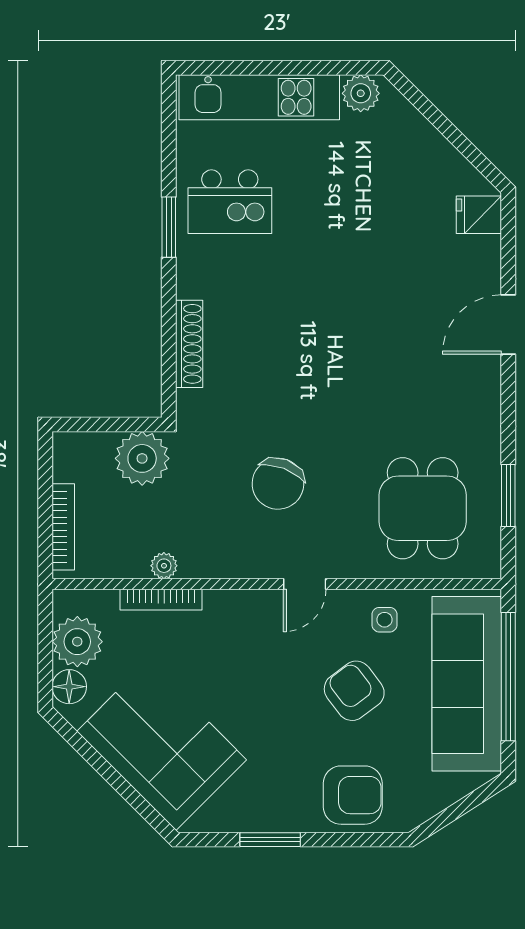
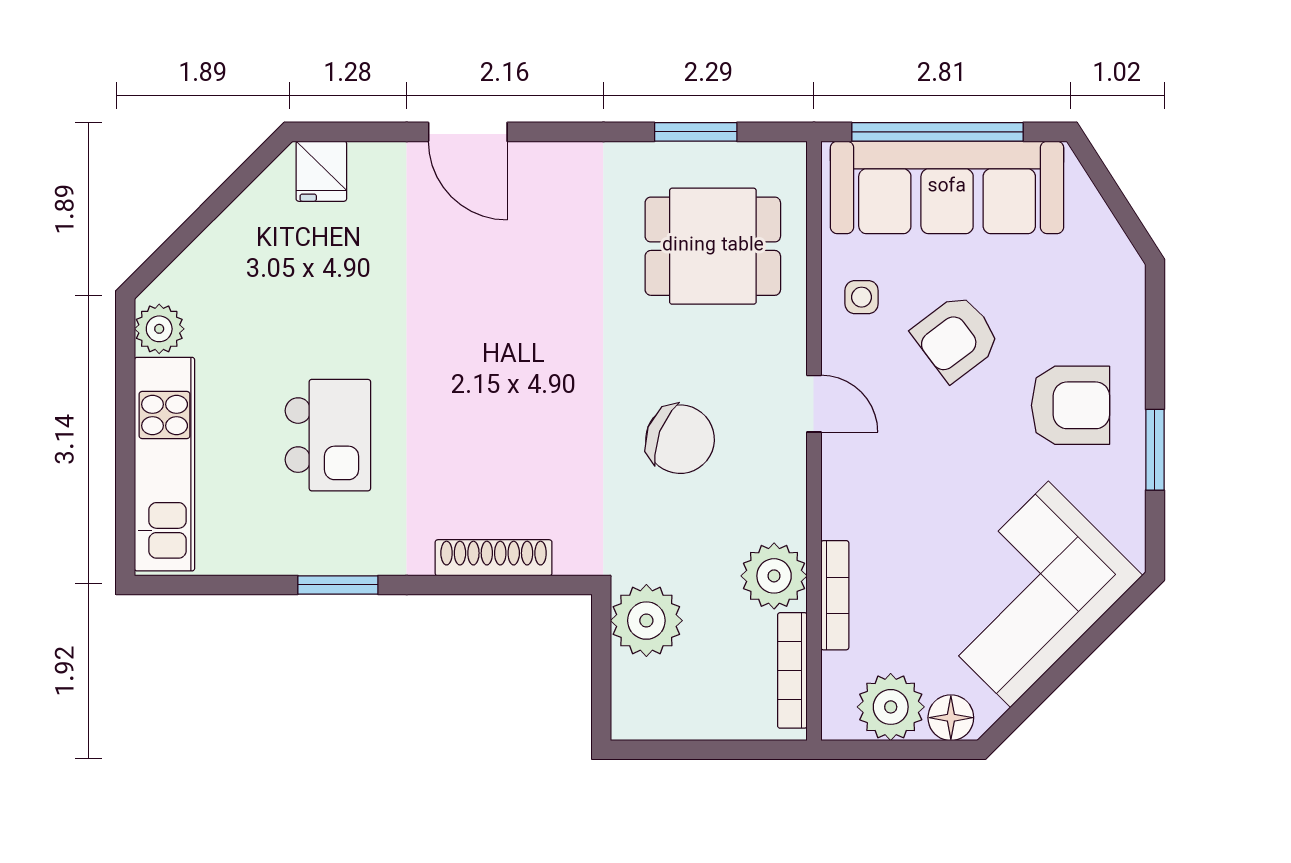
kitchen island: (230, 202) -> (328, 435), moved
bookcase: (63, 527) -> (792, 670), moved, turned -90
plant: (164, 566) -> (774, 576), width x1.88, depth x1.88
armchair: (353, 795) -> (1070, 405), moved, turned 90

